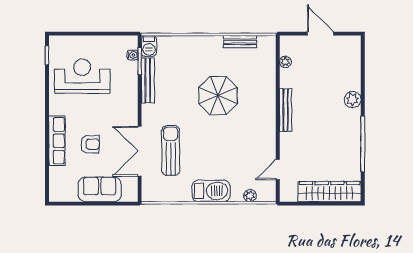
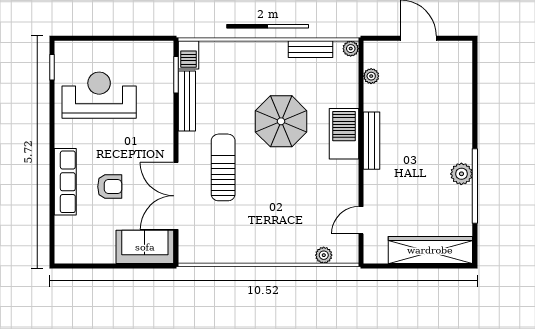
plant: (270, 41) -> (351, 49), added
water cooler: (133, 55) -> (167, 67), removed
plant: (353, 100) -> (461, 174), moved
sun lounger: (171, 151) -> (223, 167), moved
sofa: (100, 189) -> (145, 247), moved
barbecue: (211, 191) -> (344, 134), moved, turned -90

